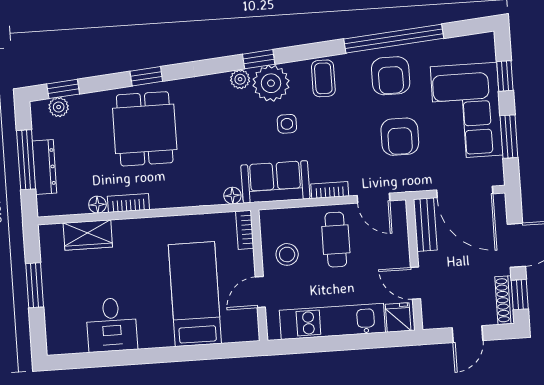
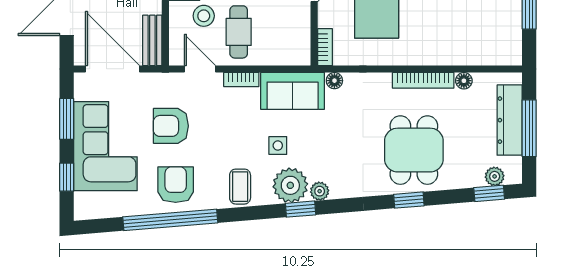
armchair: (400, 137) -> (171, 126), turned -90
dresser: (44, 167) -> (510, 120), width x1.37, depth x1.24
bookcase: (128, 203) -> (423, 80), width x1.56
wardrobe: (88, 235) -> (475, 52), removed
stool: (287, 254) -> (204, 16), moved

